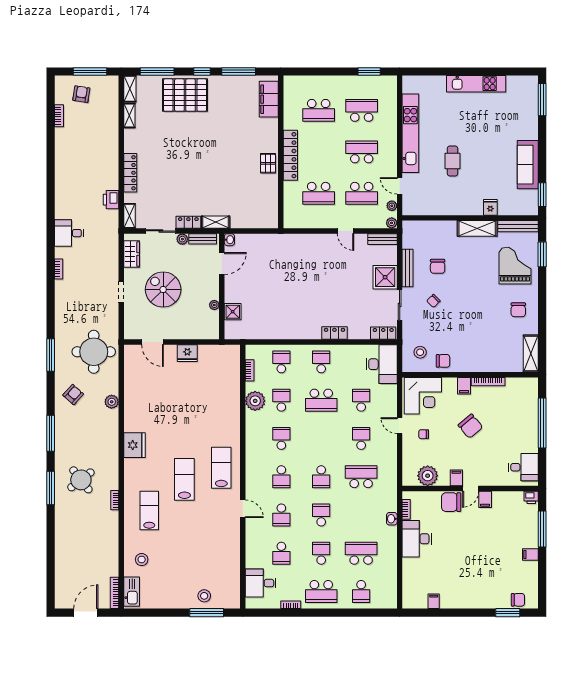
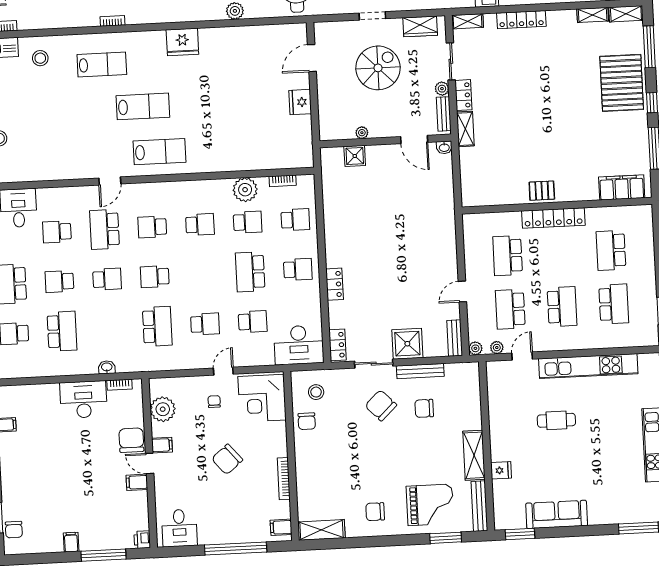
chair: (433, 301) -> (381, 405), width x1.87, depth x1.87
filing cabinet: (464, 386) -> (281, 527), moved
school desk: (281, 515) -> (105, 229), width x1.85
school desk: (321, 553) -> (59, 282), turned 180

